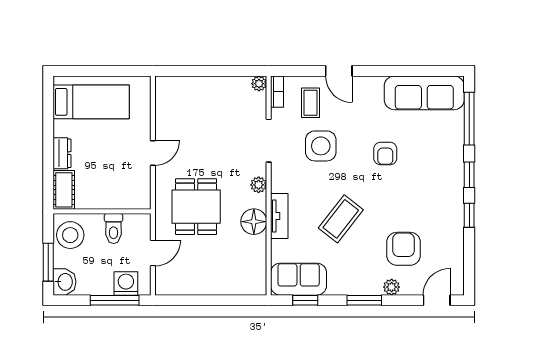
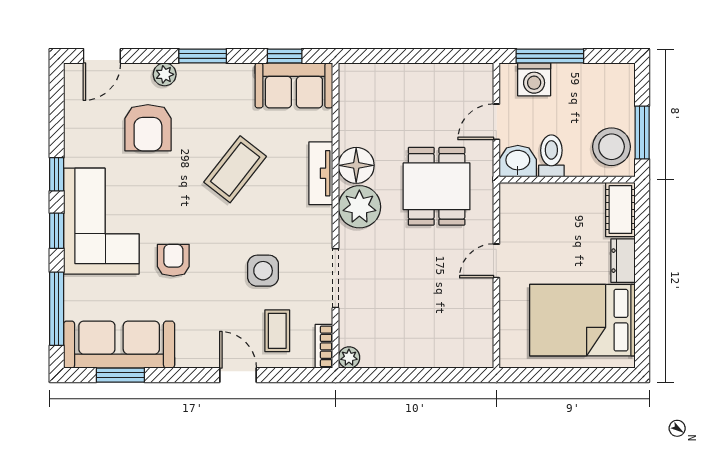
window: (423, 71) -> (120, 375), added
bed: (91, 102) -> (582, 320), width x1.50
side table: (321, 146) -> (263, 271), width x0.73, depth x0.73
corner sofa: (437, 182) -> (101, 221), added
plant: (259, 185) -> (359, 207), width x1.88, depth x1.88
window: (48, 262) -> (642, 133), moved
washbasin: (65, 282) -> (518, 161), moved, turned 90

